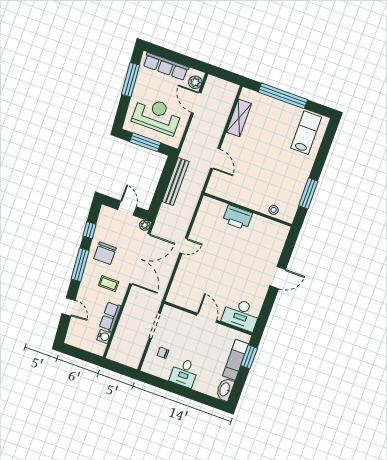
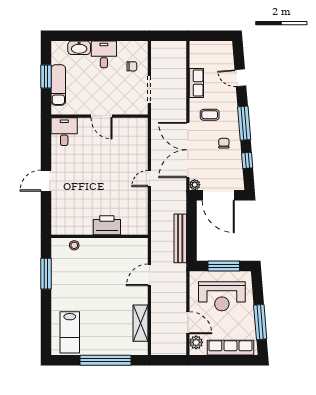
door: (215, 159) -> (149, 275), hinge flipped
door: (127, 208) -> (218, 195), width x1.88
chair: (105, 253) -> (224, 143), width x0.54, depth x0.54
desk: (241, 314) -> (64, 132), width x0.73
water cooler: (104, 336) -> (195, 61), removed
window: (249, 357) -> (46, 76), moved
washbasin: (225, 389) -> (79, 48), moved, turned 90

